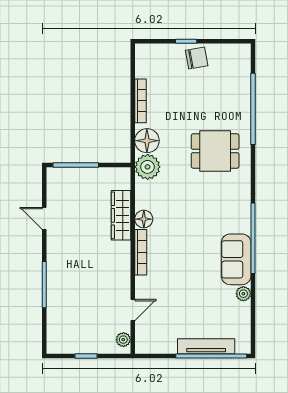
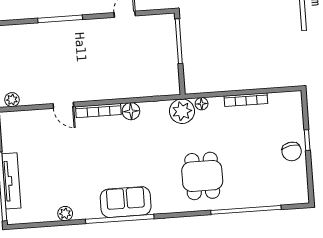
floor lamp: (147, 141) -> (202, 104), width x0.53, depth x0.53
wardrobe: (121, 215) -> (133, 89), removed
sofa: (236, 259) -> (126, 202), moved
door: (133, 310) -> (63, 105), moved

